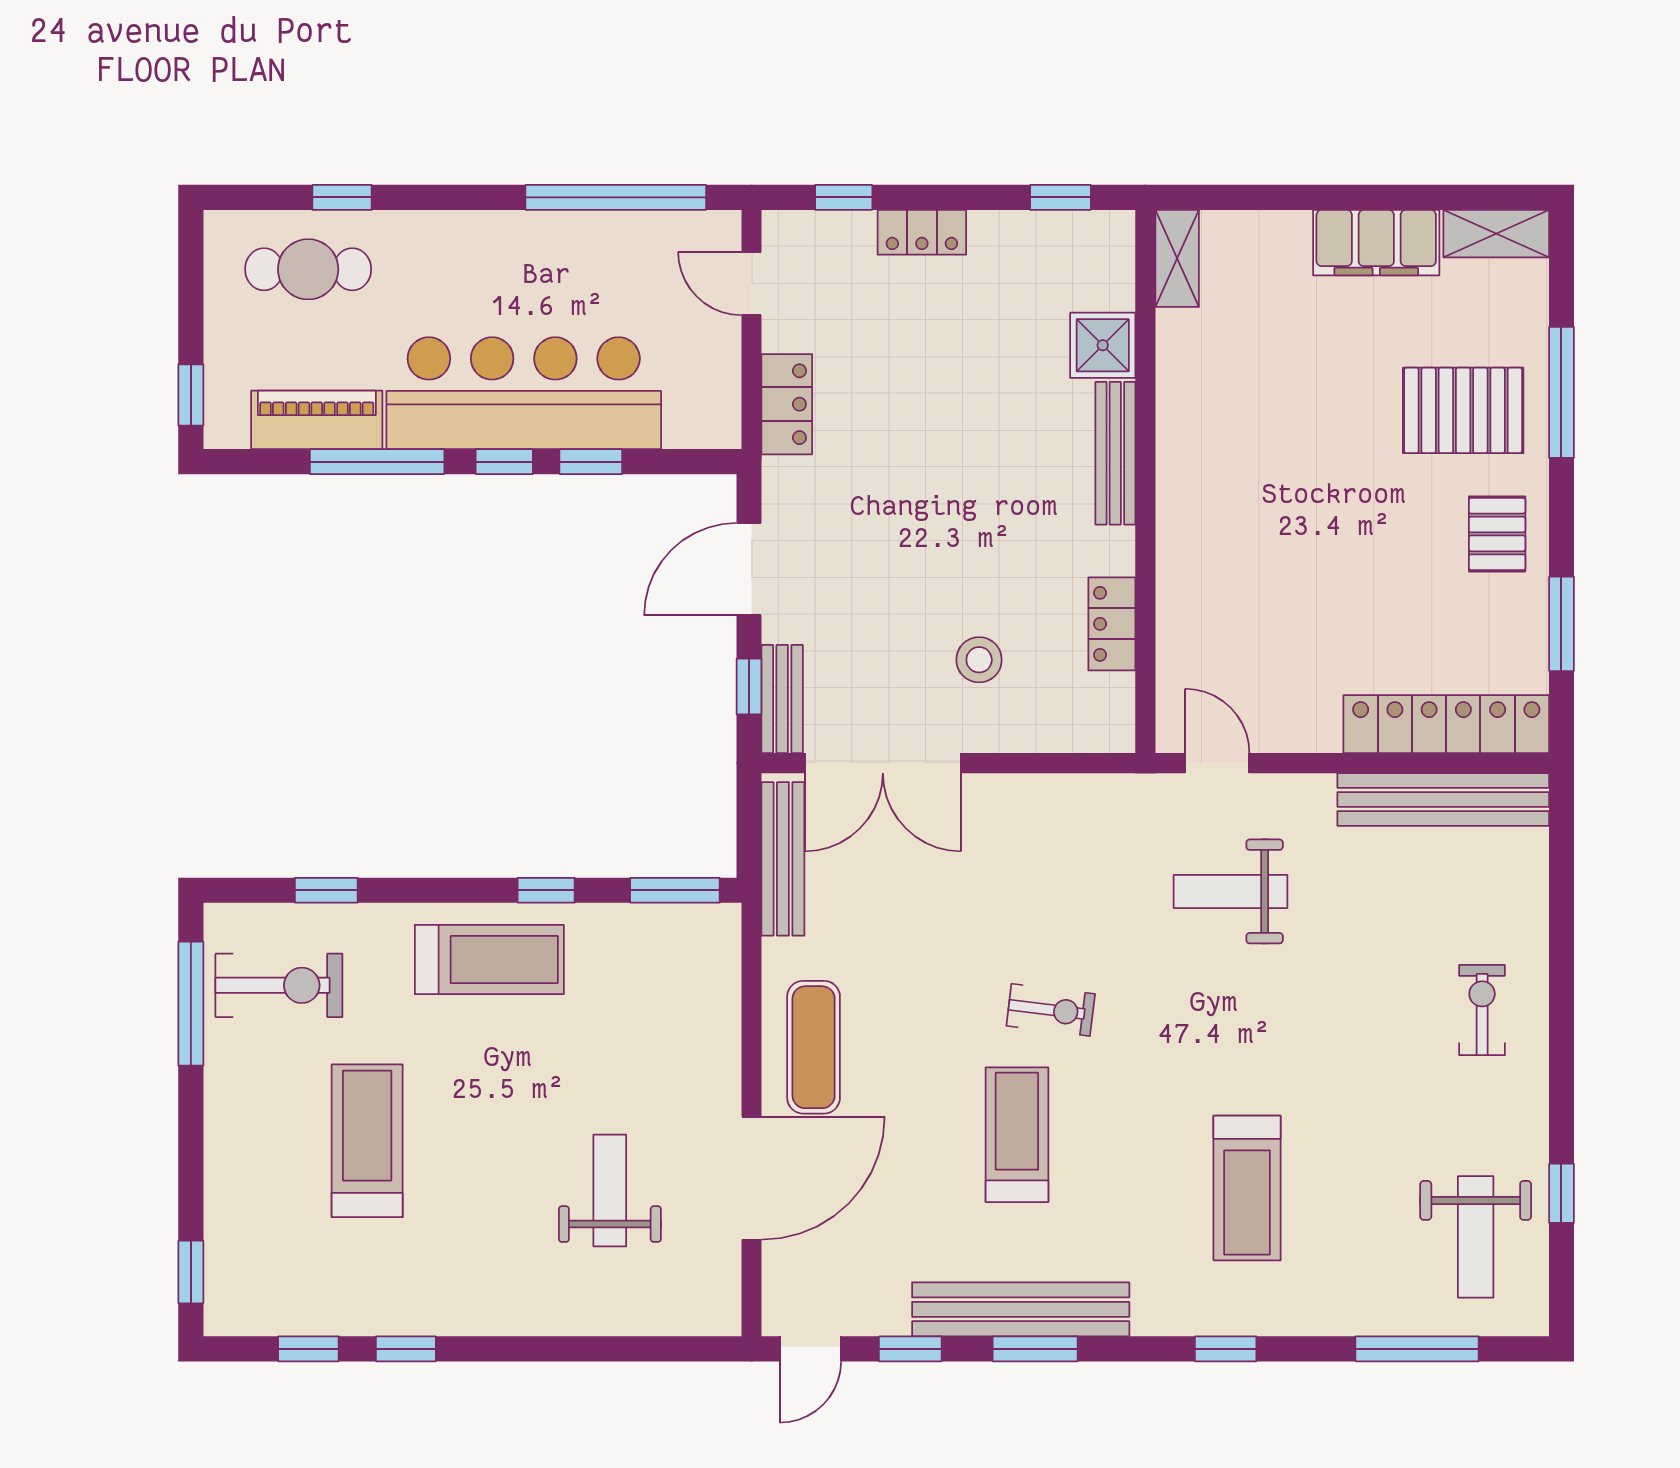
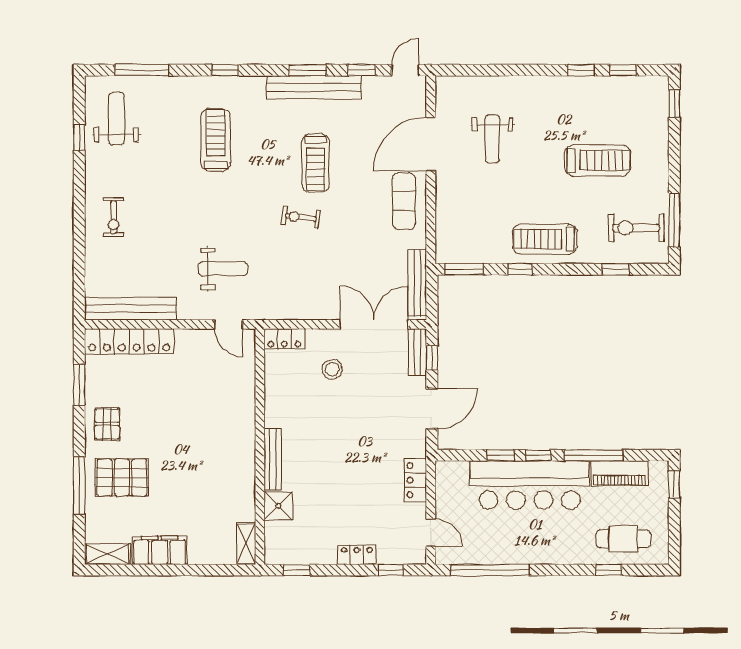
locker: (1112, 624) -> (284, 339), moved, turned 90
treadmill: (367, 1141) -> (598, 160), turned -90

